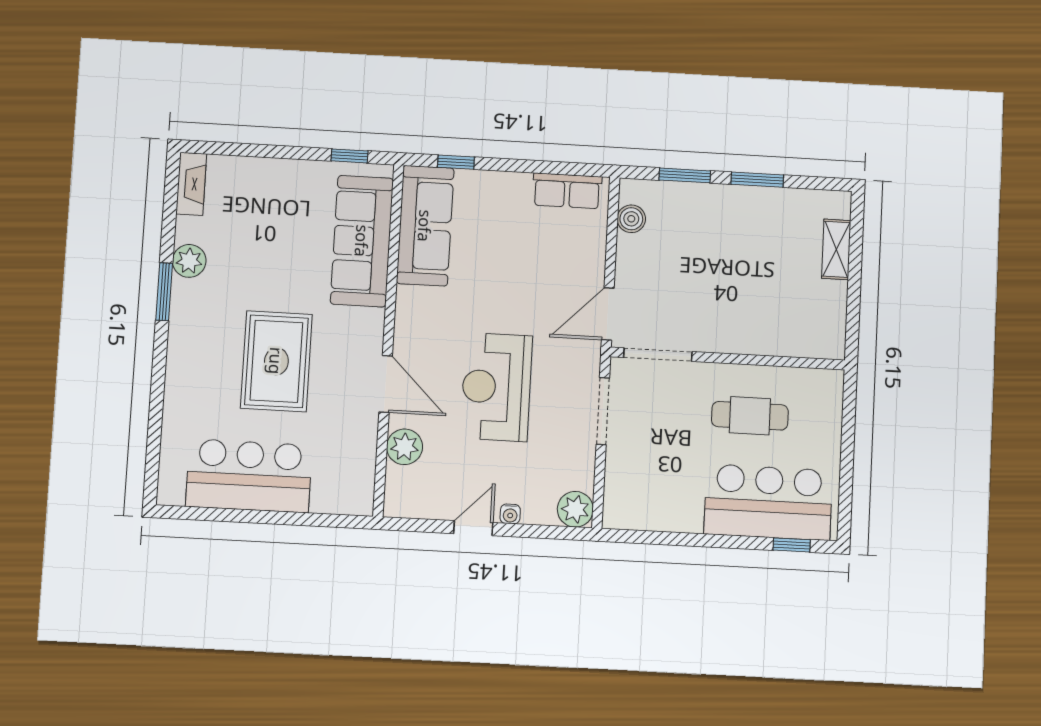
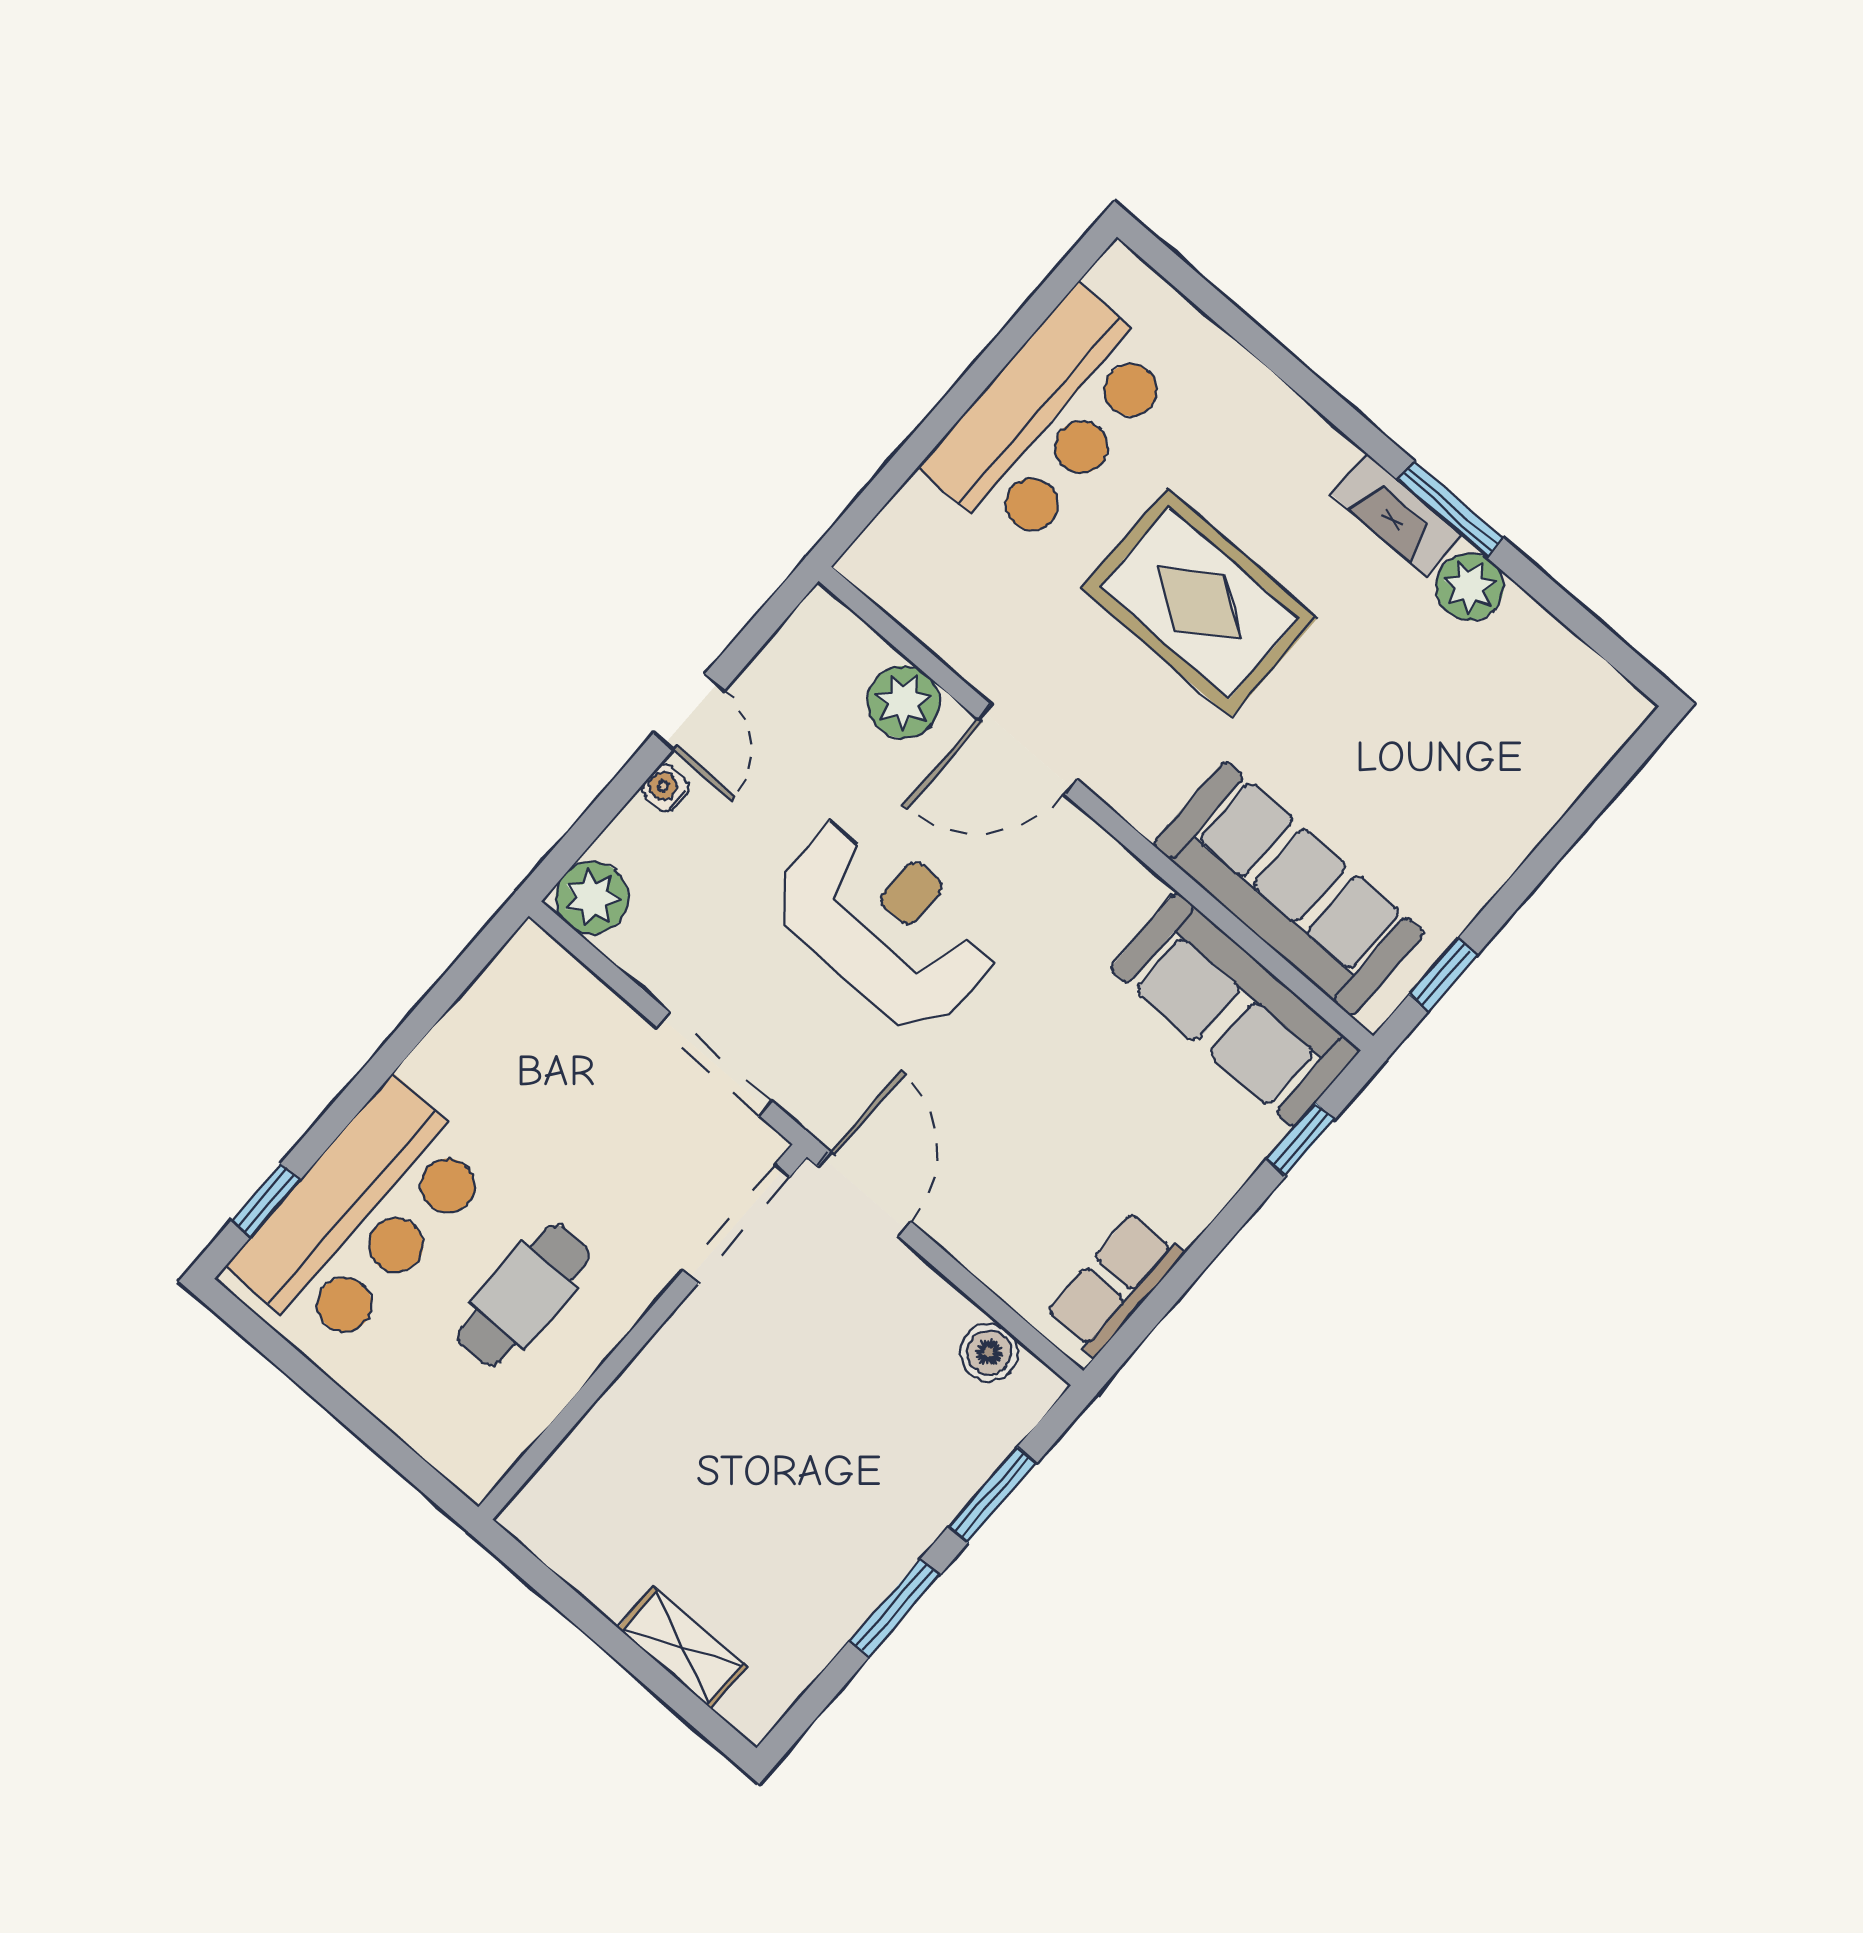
fireplace: (191, 184) -> (1397, 515), moved

